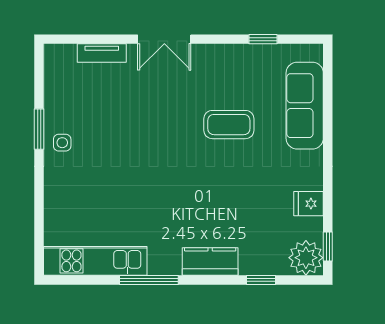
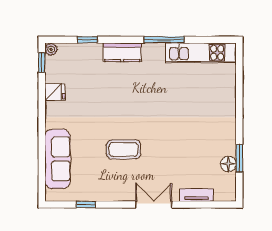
floor lamp: (55, 98) -> (228, 164), added
coffee table: (229, 125) -> (124, 149), moved
window: (39, 129) -> (239, 158), moved
side table: (62, 143) -> (223, 134), removed
plant: (306, 258) -> (51, 49), width x0.53, depth x0.53

